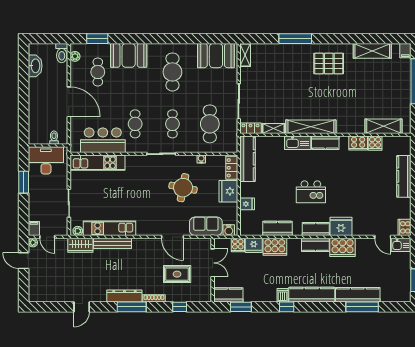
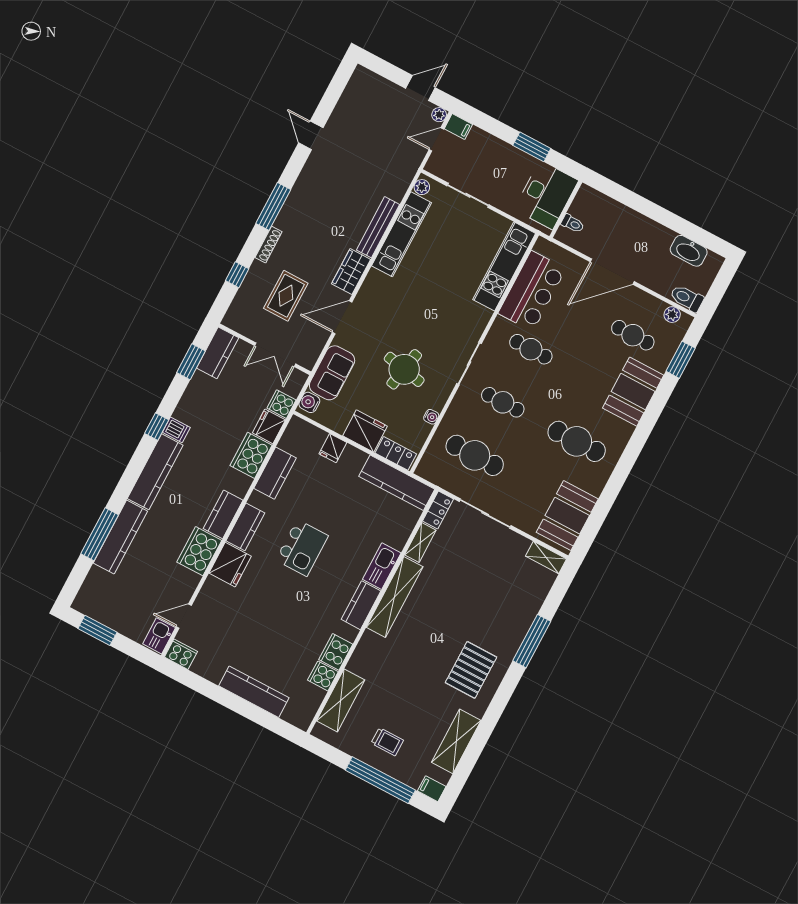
trolley: (393, 89) -> (387, 742), added
kitchen island: (311, 192) -> (302, 548), turned 180
wardrobe: (80, 245) -> (351, 272), moved
dresser: (124, 296) -> (294, 205), removed

